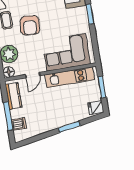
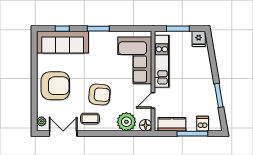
door: (33, 75) -> (153, 100), swing flipped
window: (69, 127) -> (219, 95), moved

